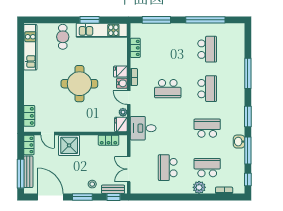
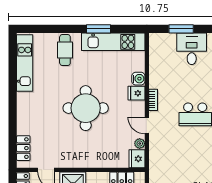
window: (156, 20) -> (181, 29), width x0.69
locker: (135, 48) -> (155, 64), removed
water cooler: (122, 83) -> (138, 79), moved
desk: (143, 128) -> (192, 49), moved, turned 90

